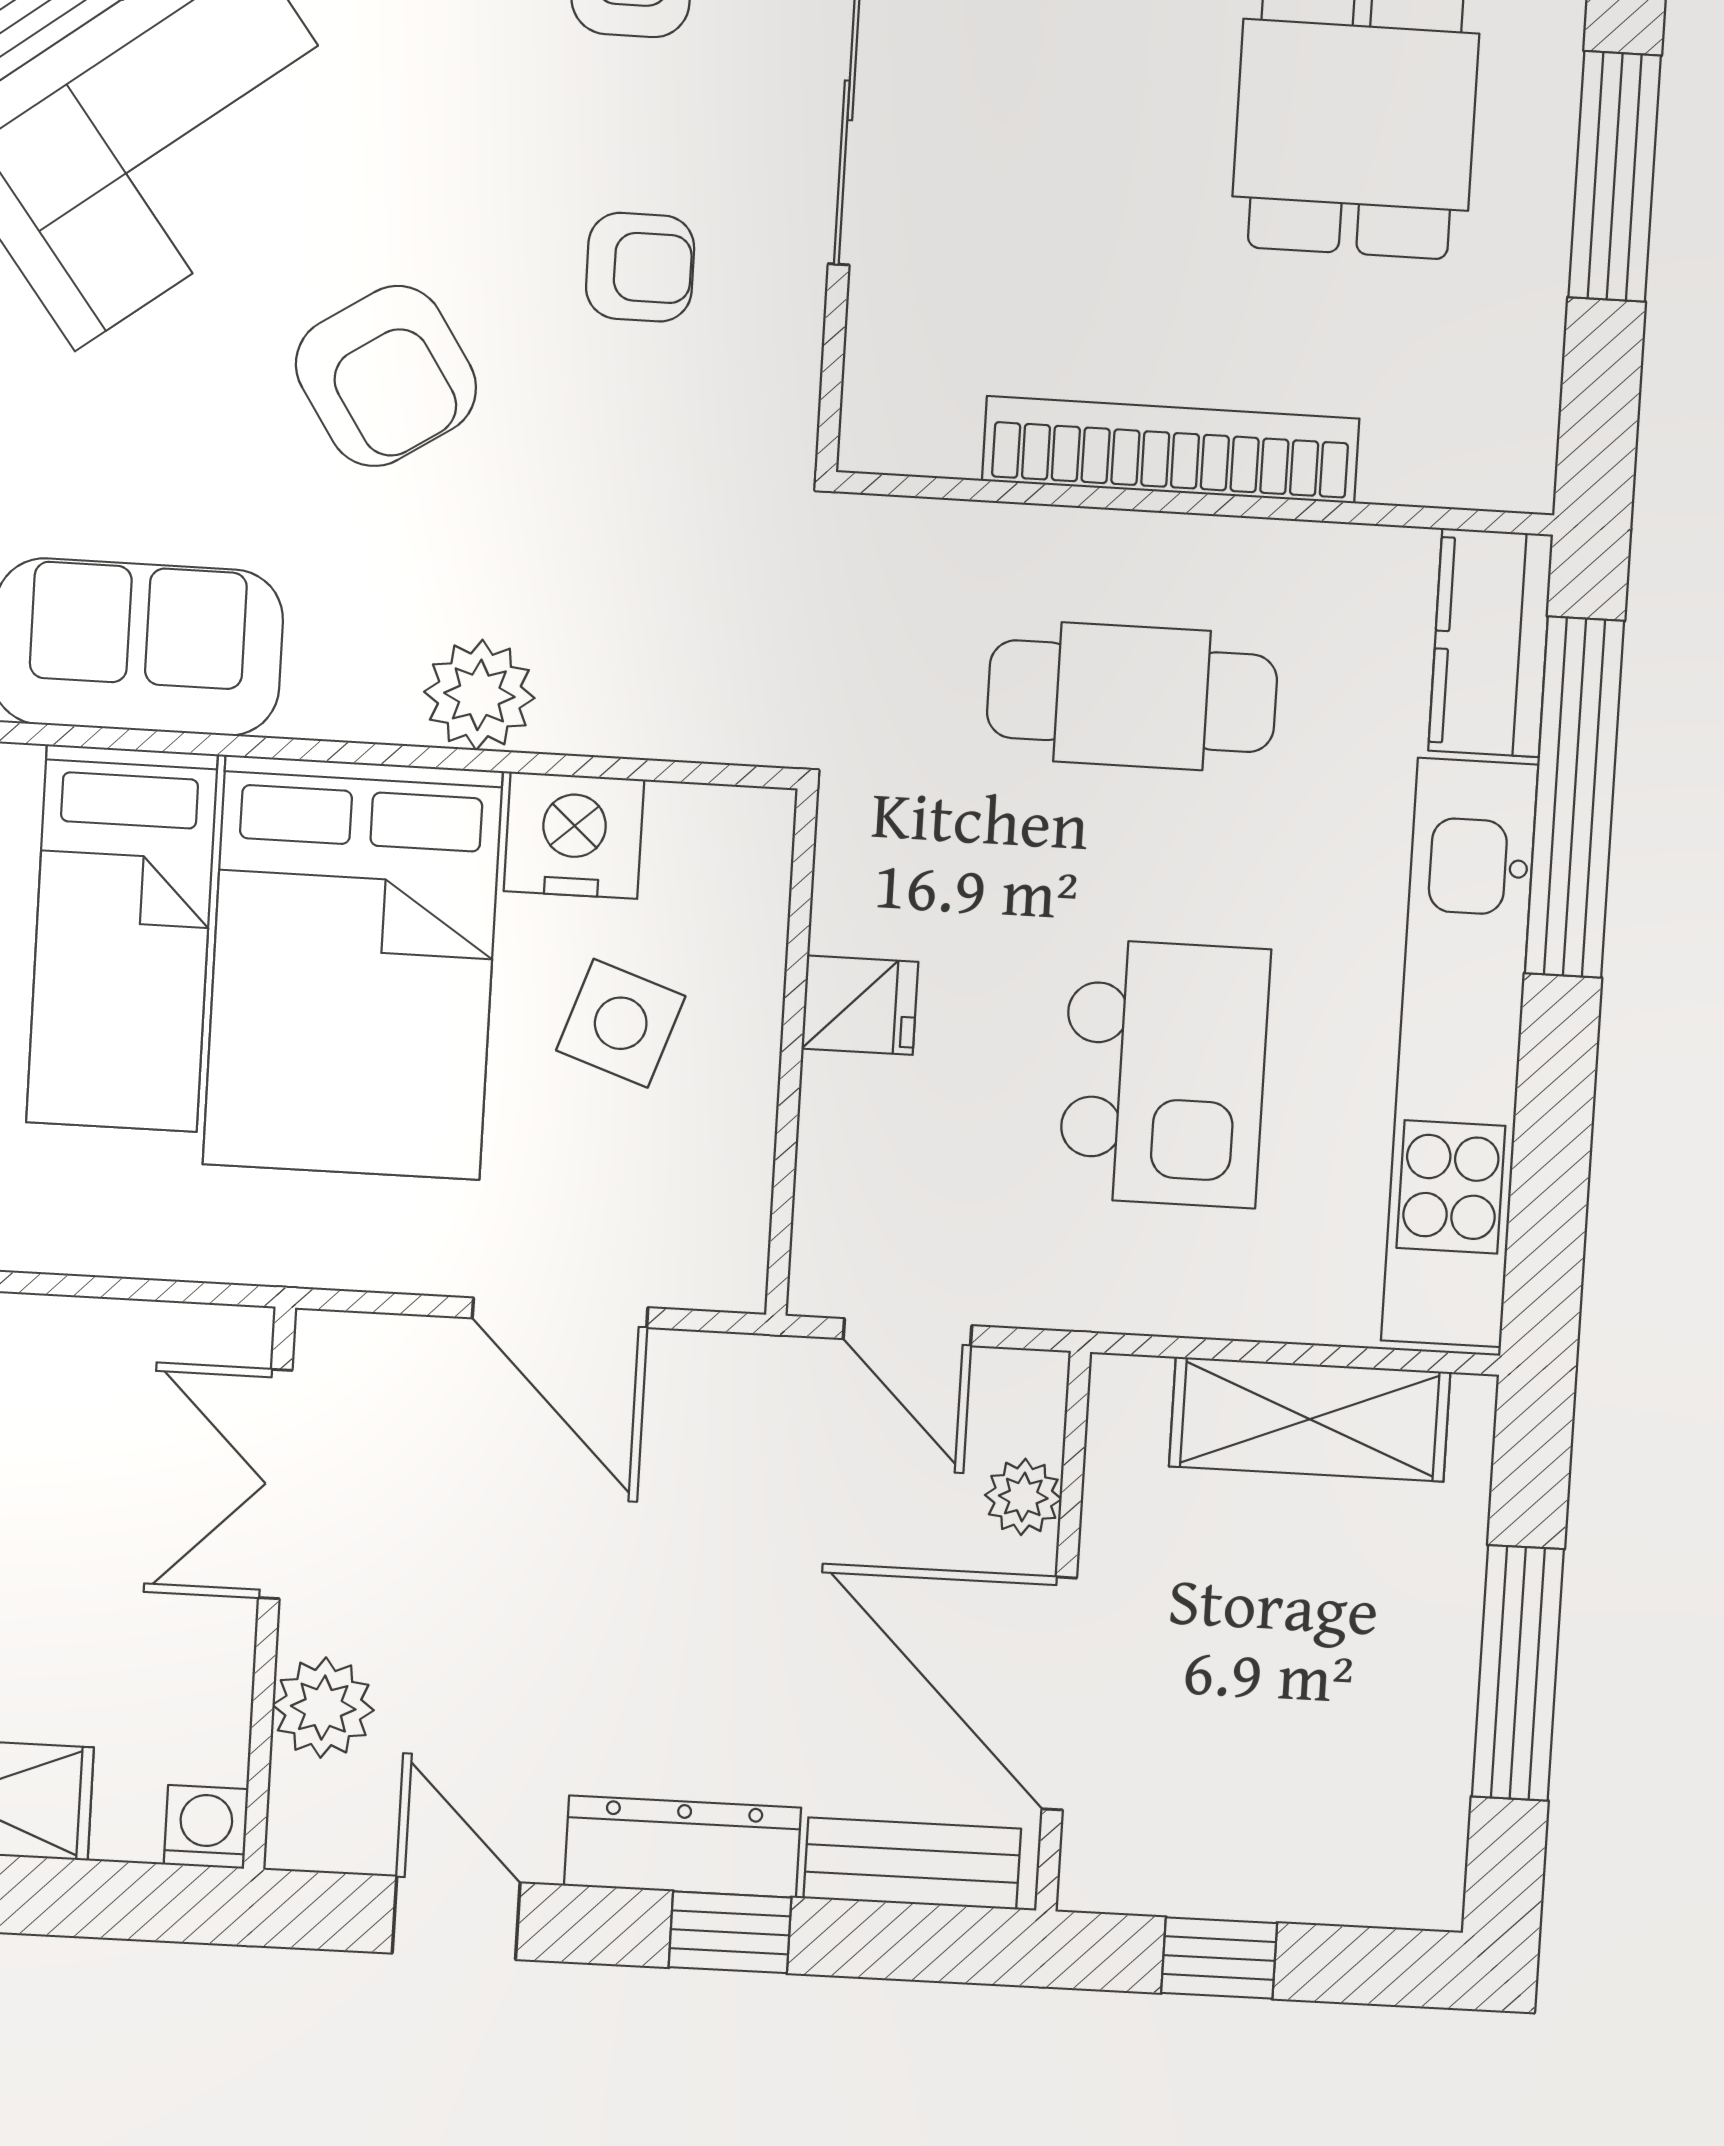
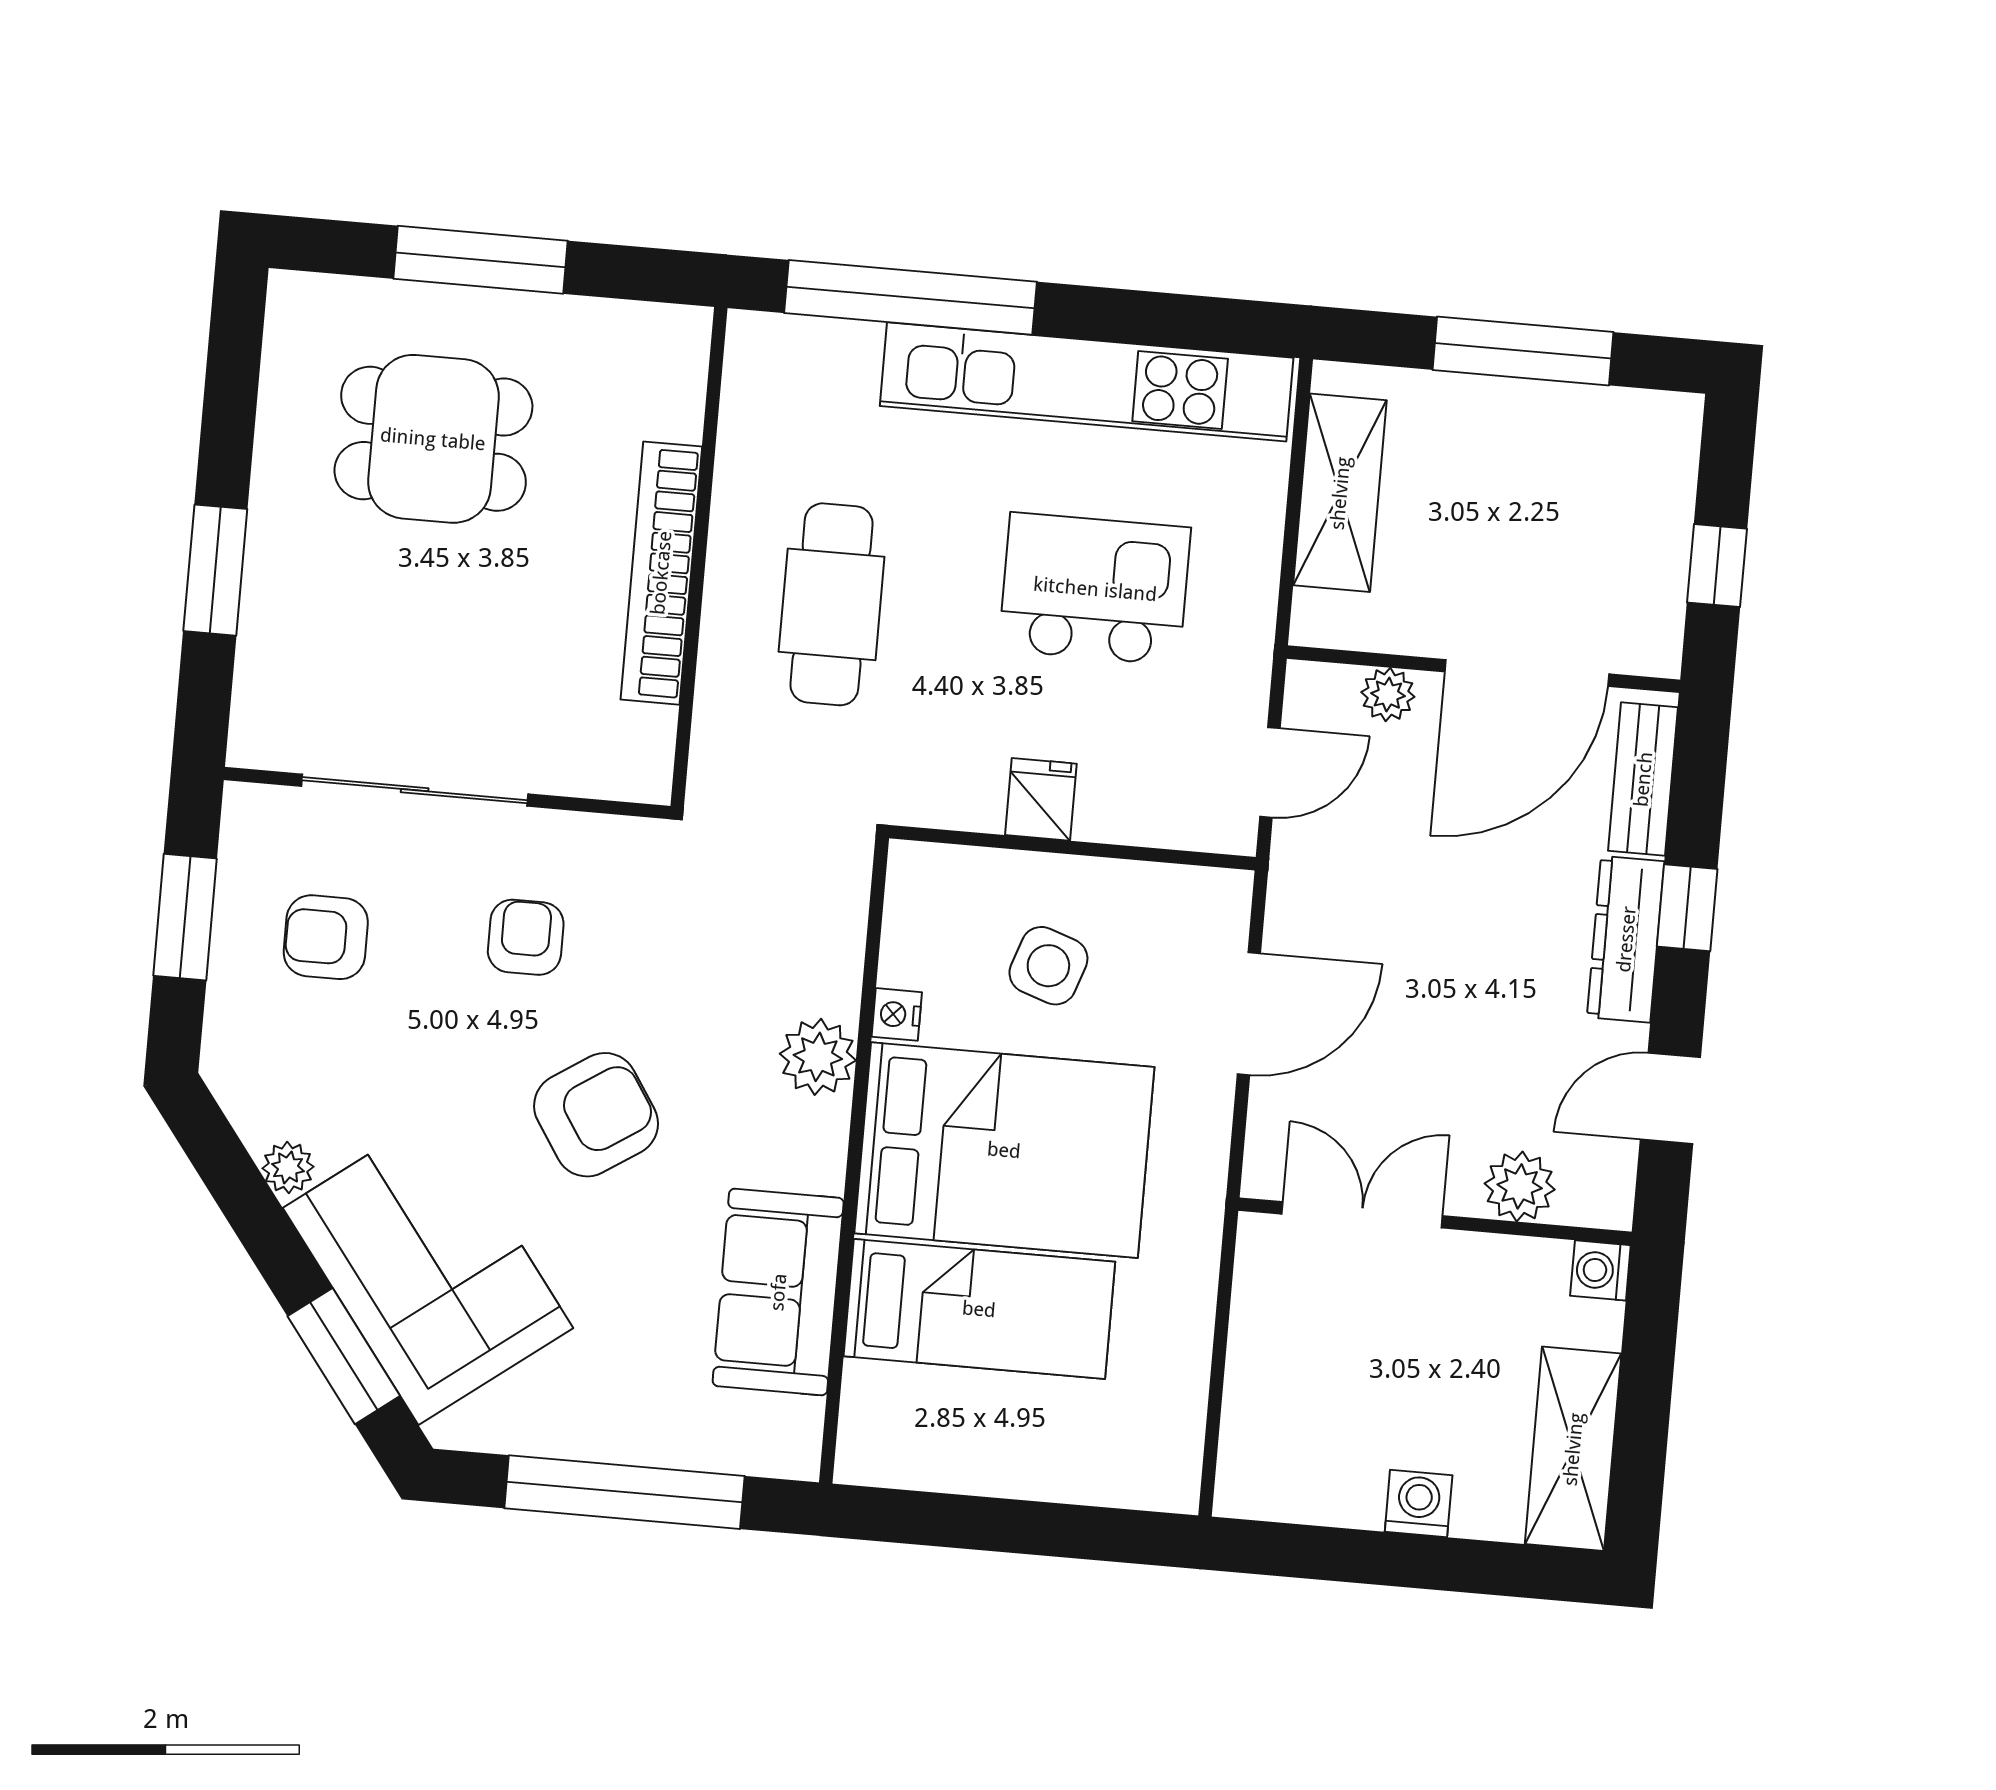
kitchen counter: (1491, 643) -> (801, 354), removed
nightstand: (574, 835) -> (897, 1014), width x0.53, depth x0.56
double door: (275, 1484) -> (1362, 1215), swing flipped

